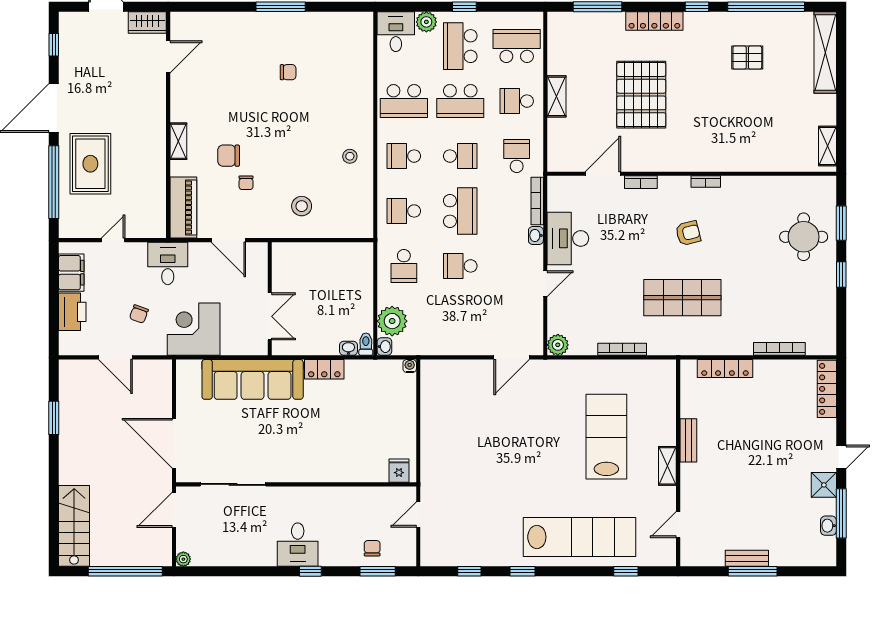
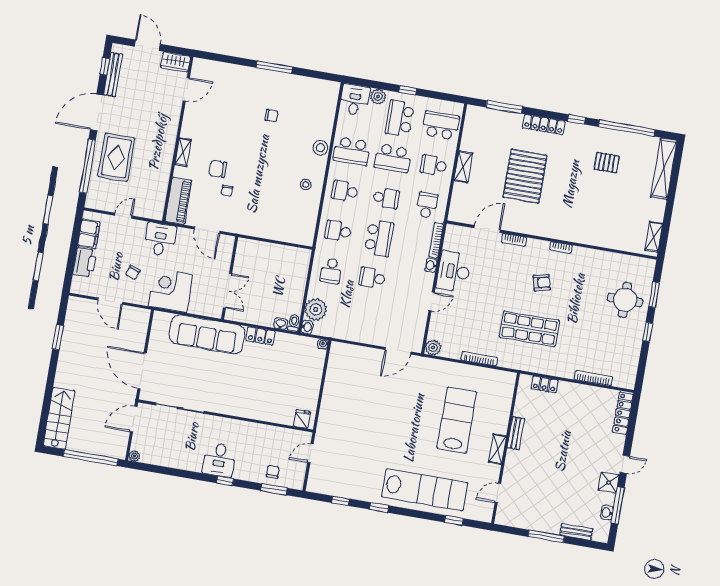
bench: (67, 54) -> (113, 75), added
stool: (302, 206) -> (320, 148), moved
locker: (725, 369) -> (545, 384), width x0.66
bench: (747, 558) -> (576, 532), moved

